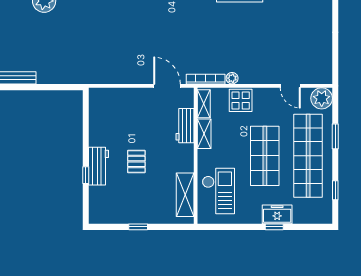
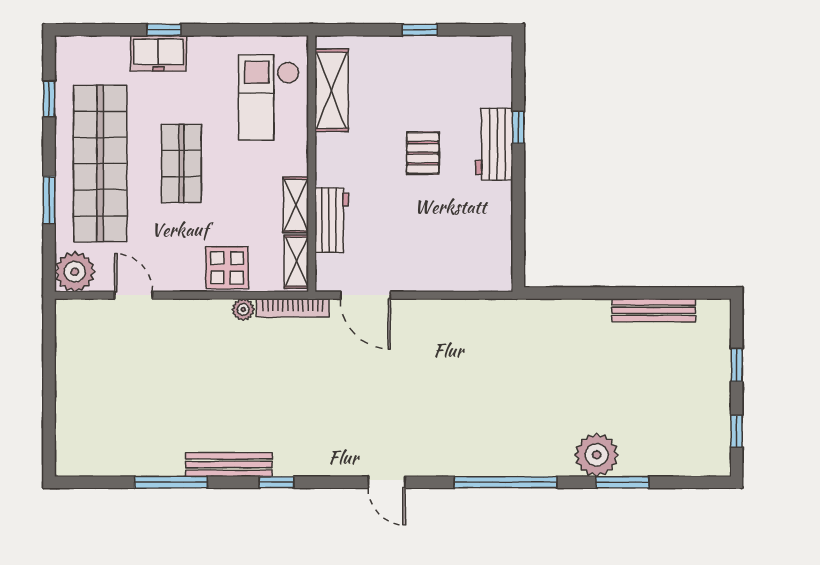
shop shelf: (265, 156) -> (181, 164), width x0.70, depth x0.74

